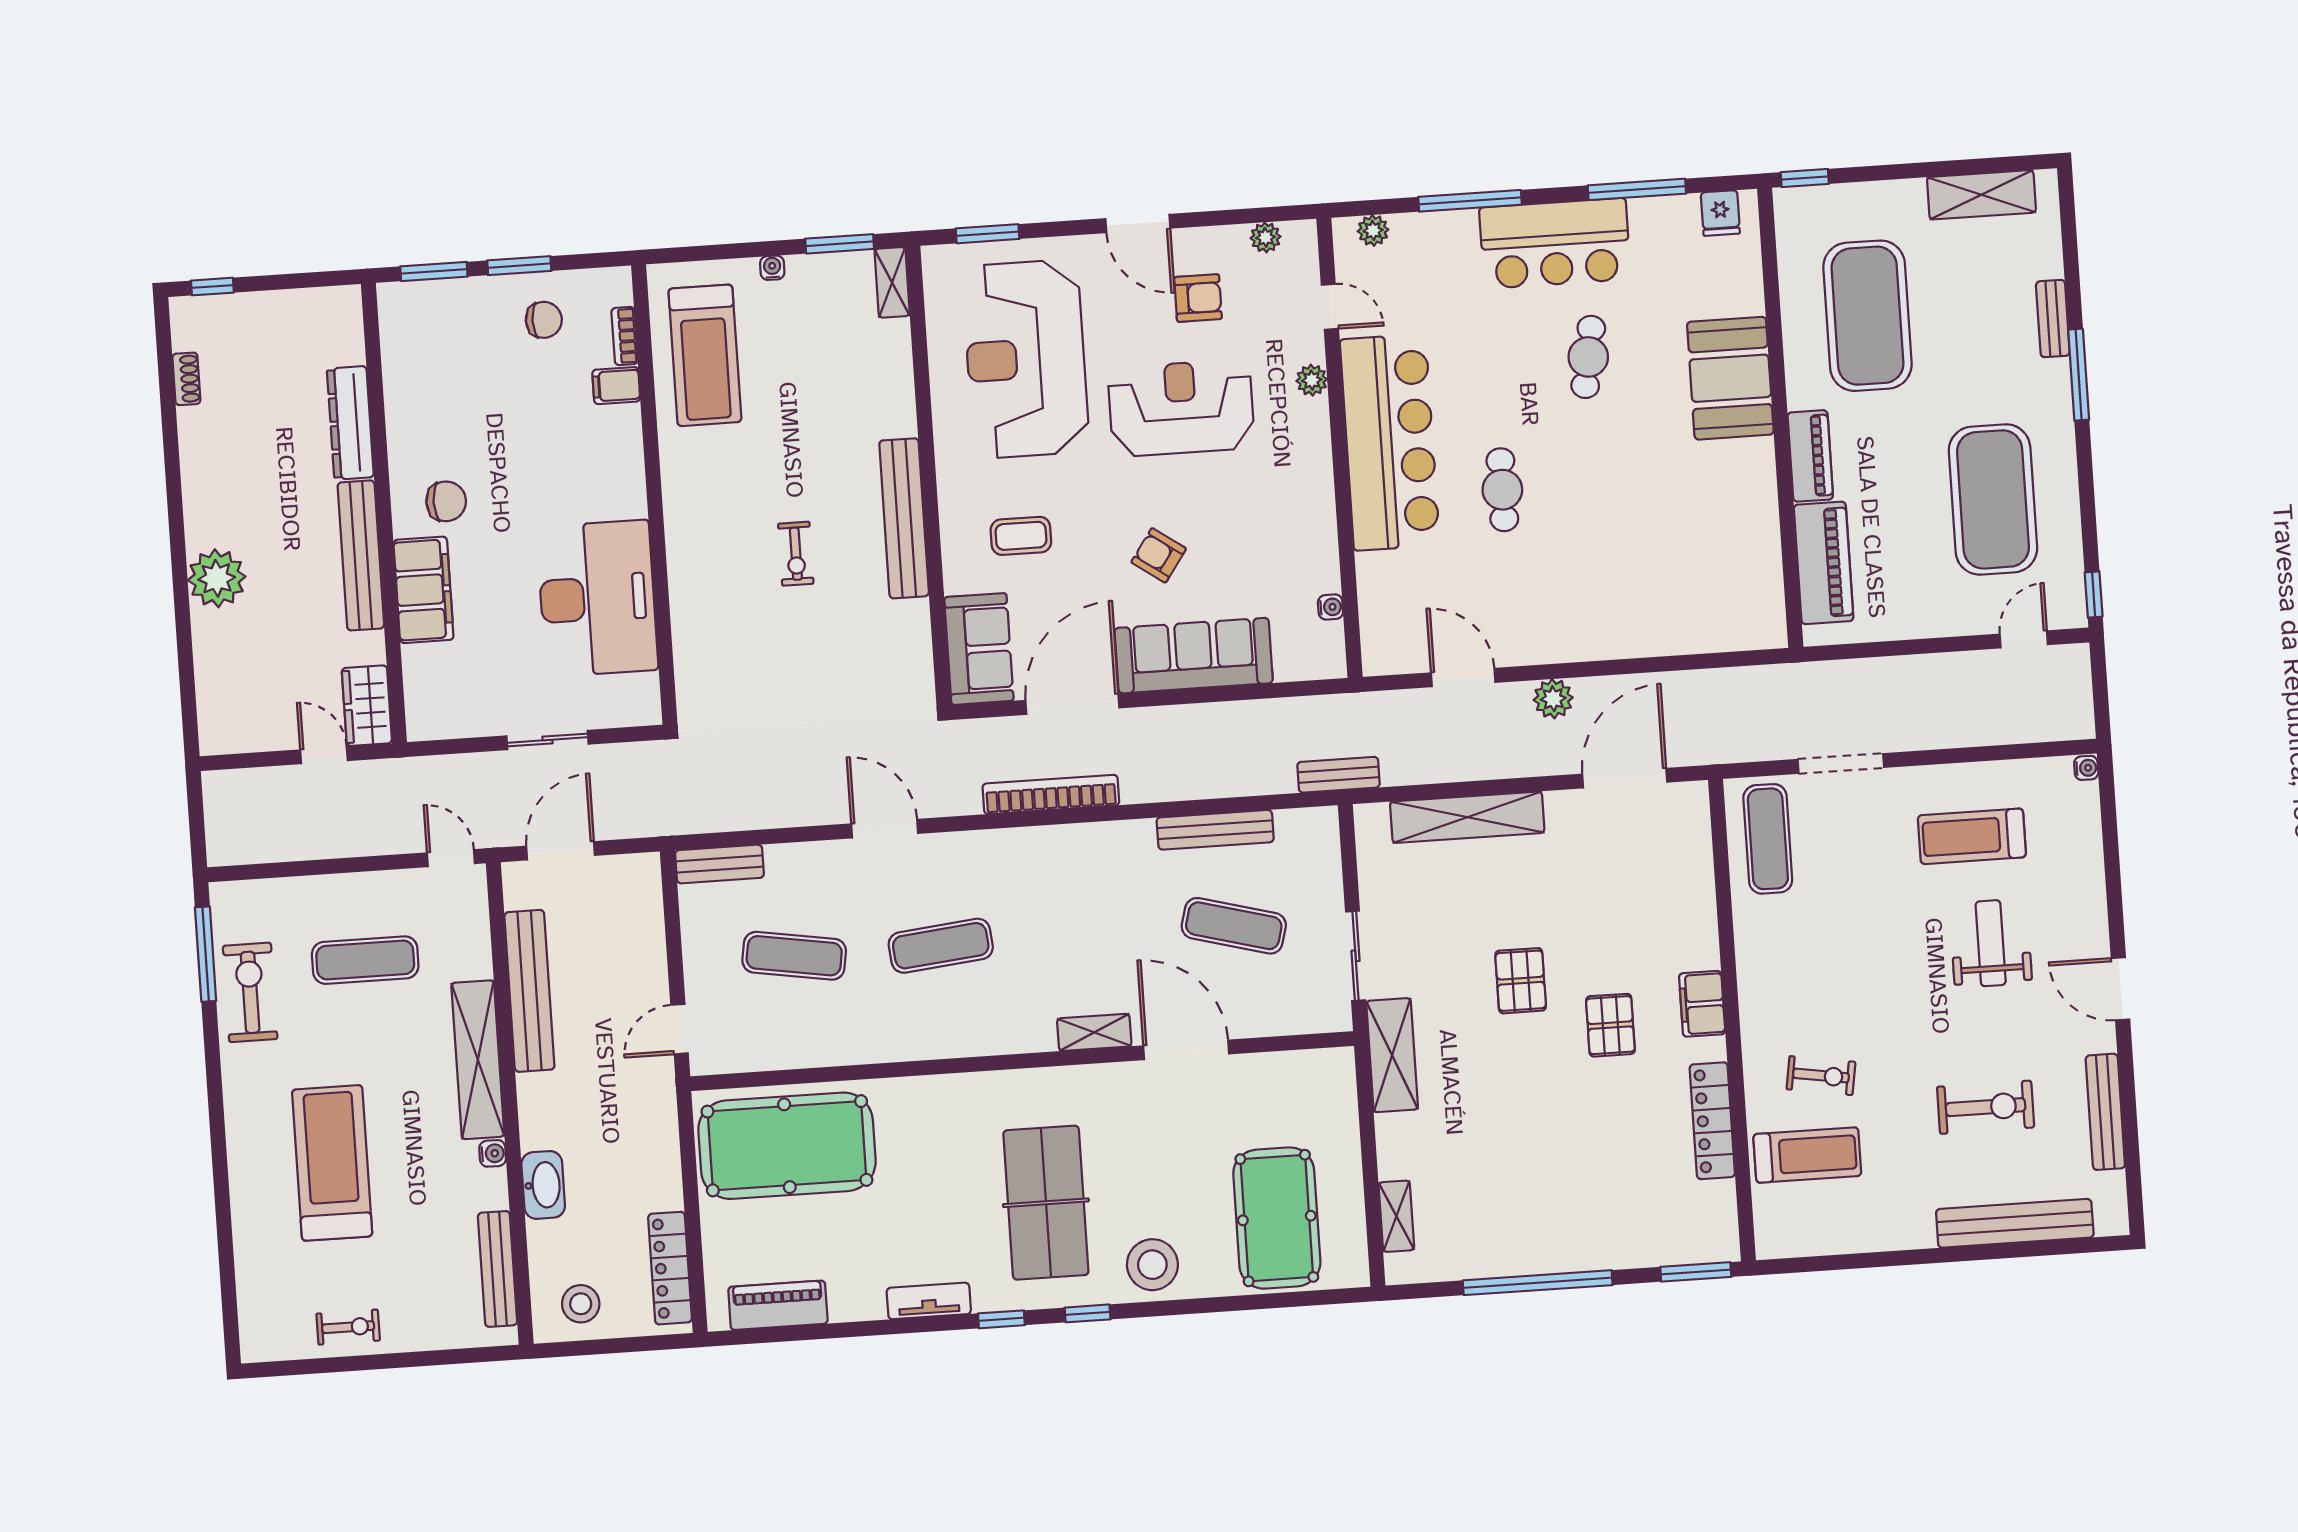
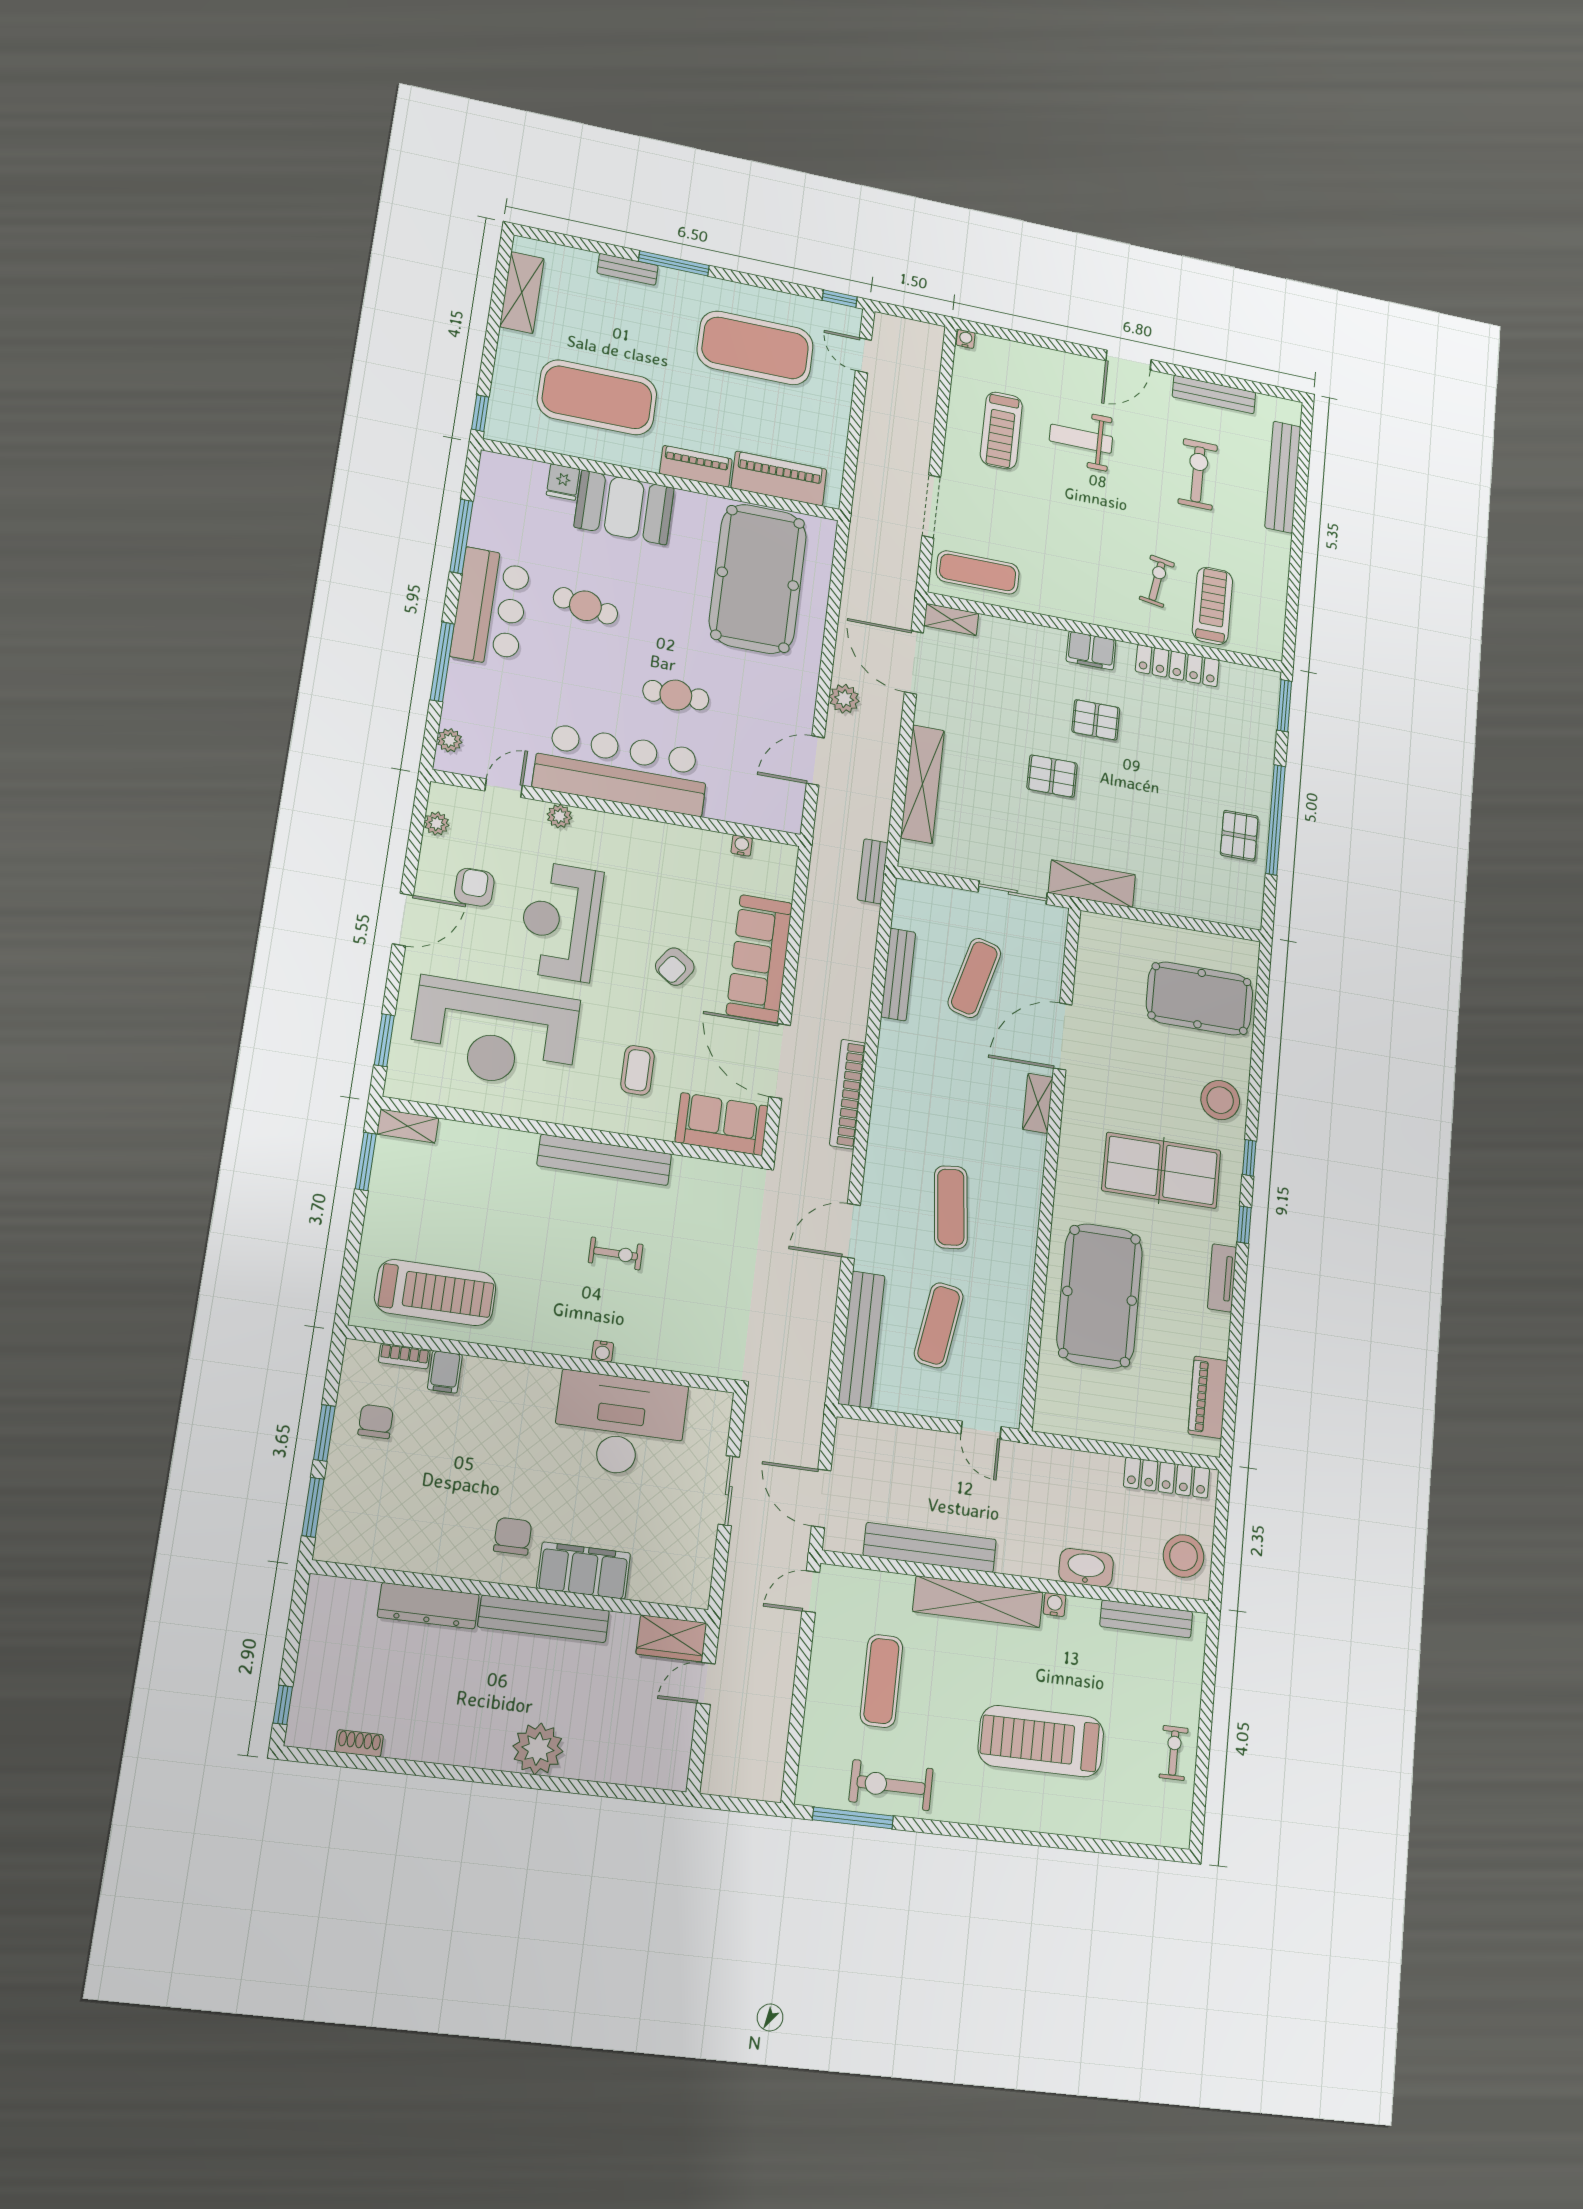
fridge: (1720, 213) -> (563, 482), moved, turned 90
water cooler: (772, 268) -> (603, 1351), moved, turned -90
pool table: (1682, 562) -> (758, 579), added
bench: (719, 864) -> (862, 1339), width x1.86, depth x1.21
pool table: (787, 1146) -> (1100, 1296), moved
shelving: (1396, 1216) -> (951, 620), moved
pallet: (1504, 1238) -> (1239, 836), added
stool: (581, 1304) -> (1184, 1556), width x1.38, depth x1.38

